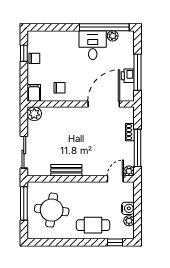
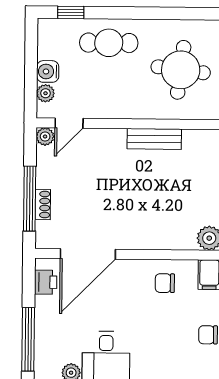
window: (137, 72) -> (28, 339), moved
printer: (128, 76) -> (46, 282), moved
window: (137, 148) -> (30, 199), moved
plant: (129, 221) -> (45, 93), moved

